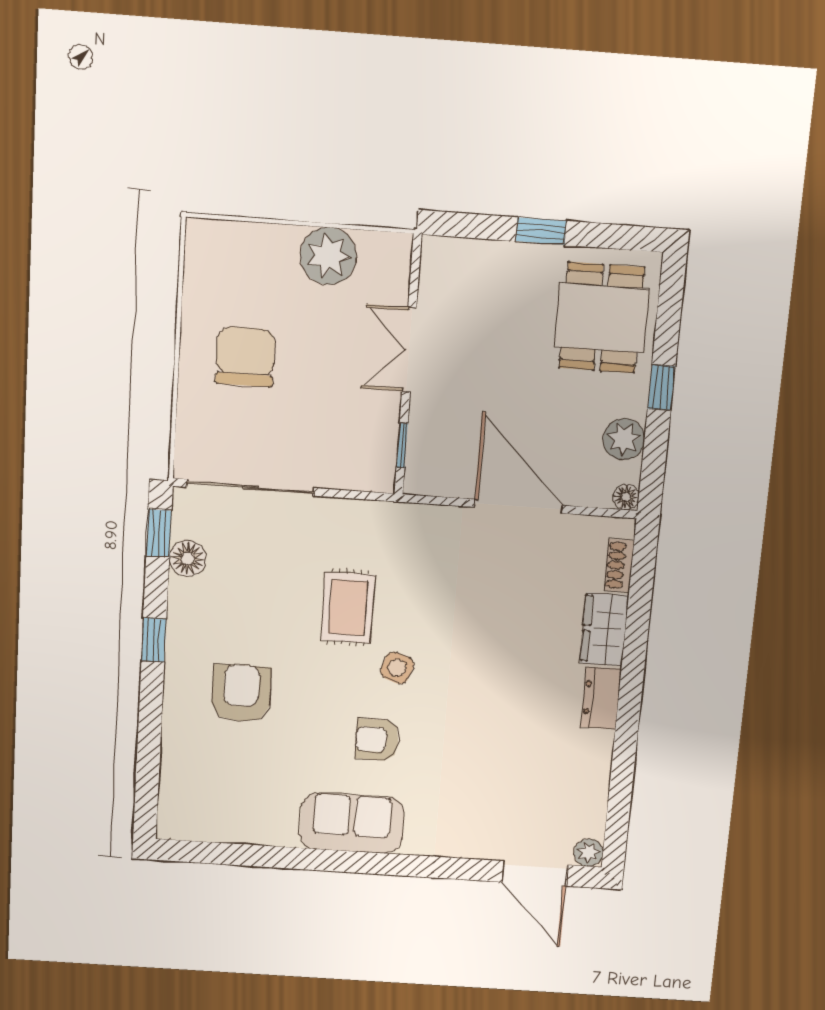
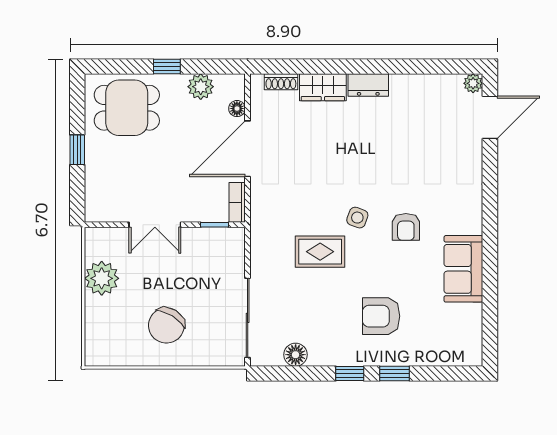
chair: (245, 357) -> (166, 325), turned -58
bookcase: (435, 484) -> (237, 202), added
floor lamp: (626, 497) -> (237, 109), moved
window: (159, 533) -> (394, 374), moved
sofa: (352, 823) -> (463, 269), moved

